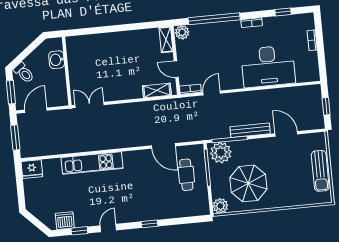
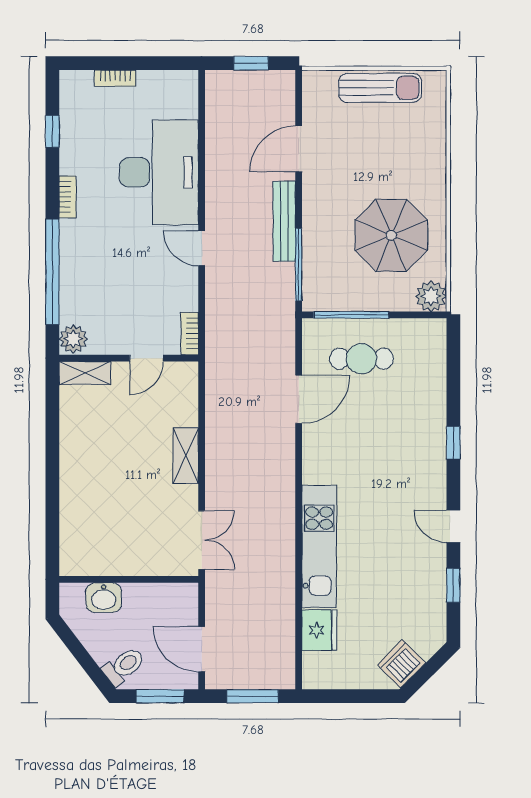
shelving: (157, 90) -> (186, 456), moved
door: (212, 93) -> (202, 248), moved
double door: (90, 105) -> (202, 540), swing flipped
plant: (221, 153) -> (324, 285), removed
fridge: (32, 169) -> (319, 630), moved
dishwasher: (65, 221) -> (401, 664), moved, turned 45

